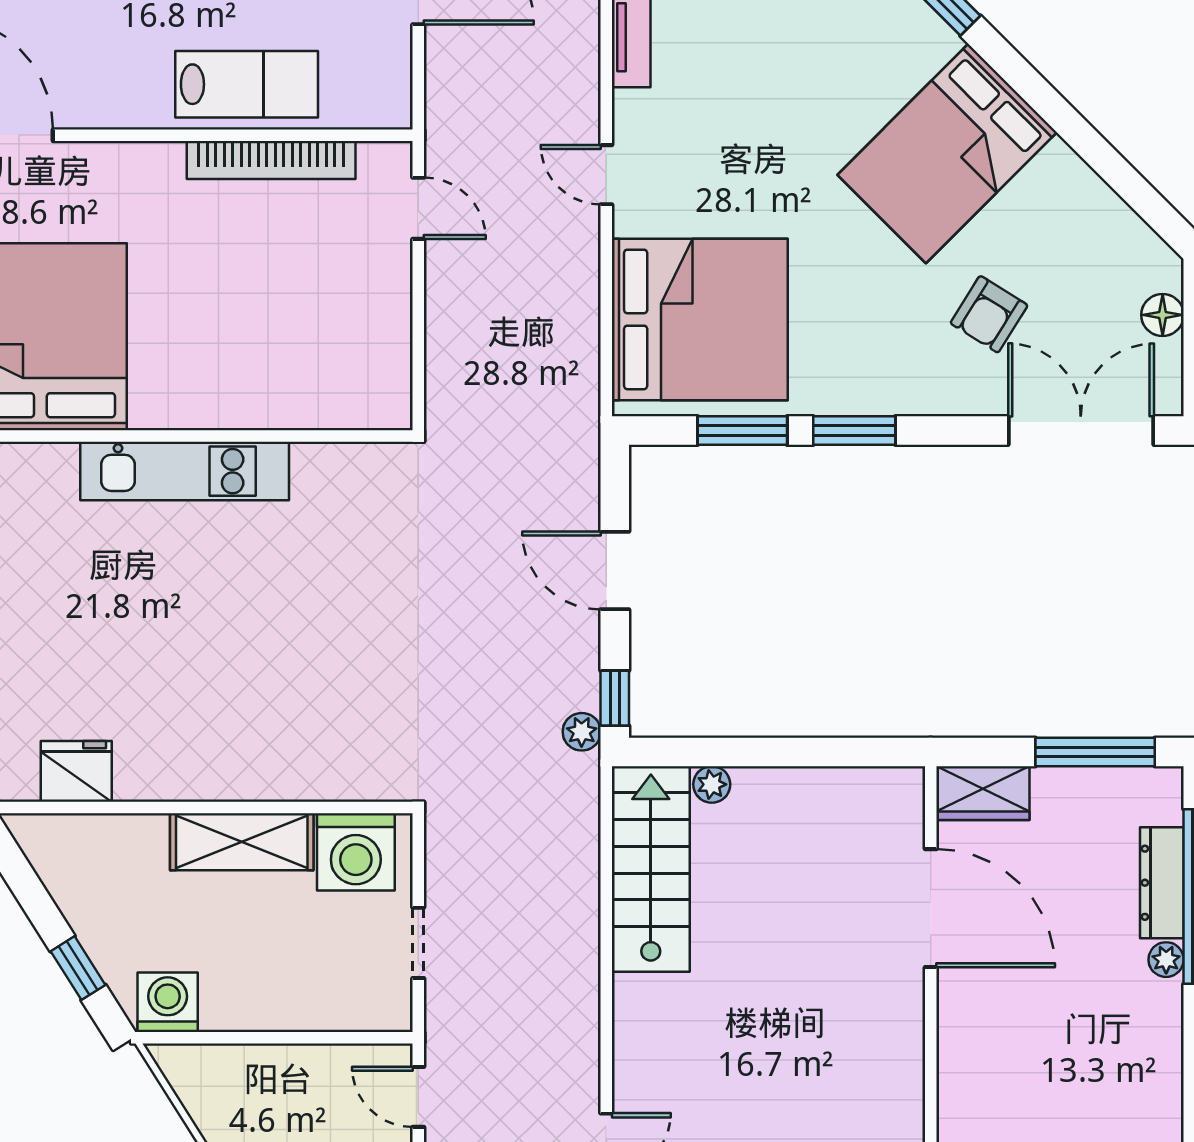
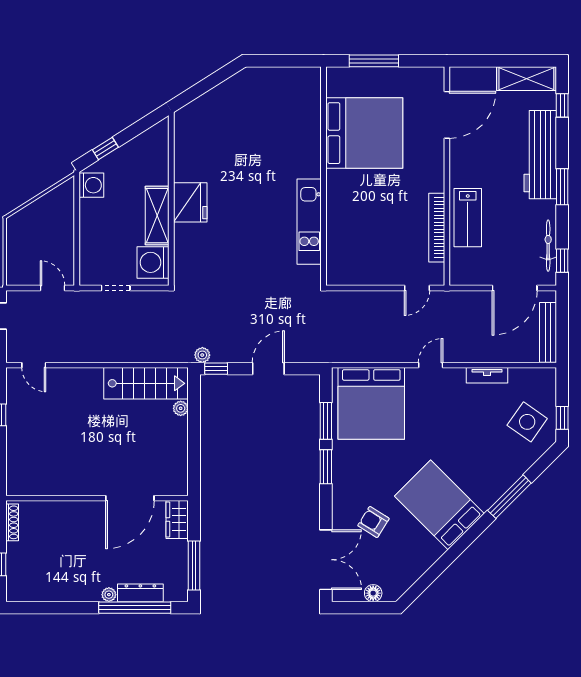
kitchen unit: (185, 471) -> (309, 222), moved
fridge: (76, 771) -> (190, 202), moved, width x1.36, depth x1.34
door: (418, 1097) -> (53, 288), hinge flipped

